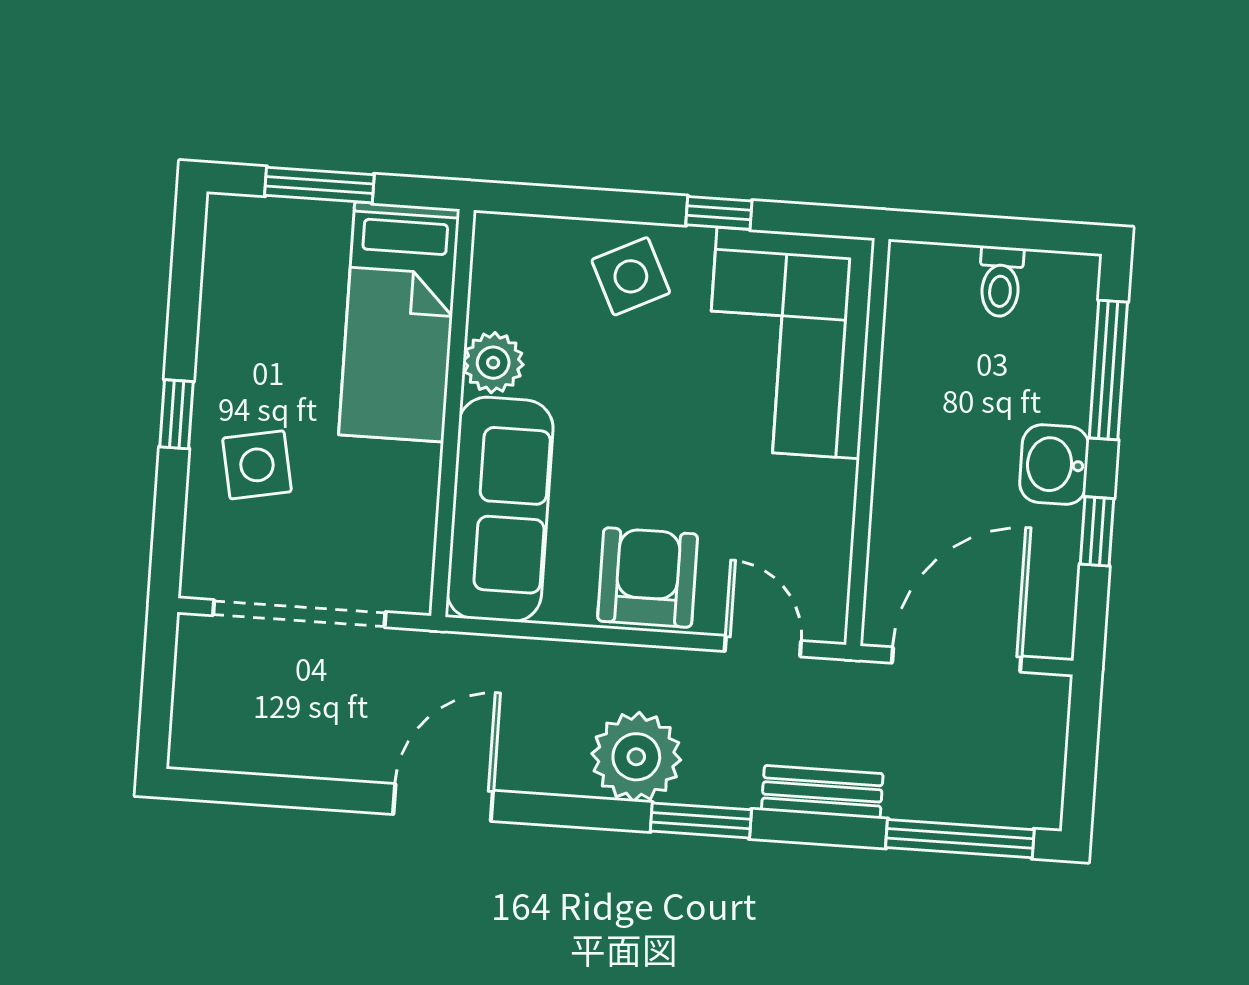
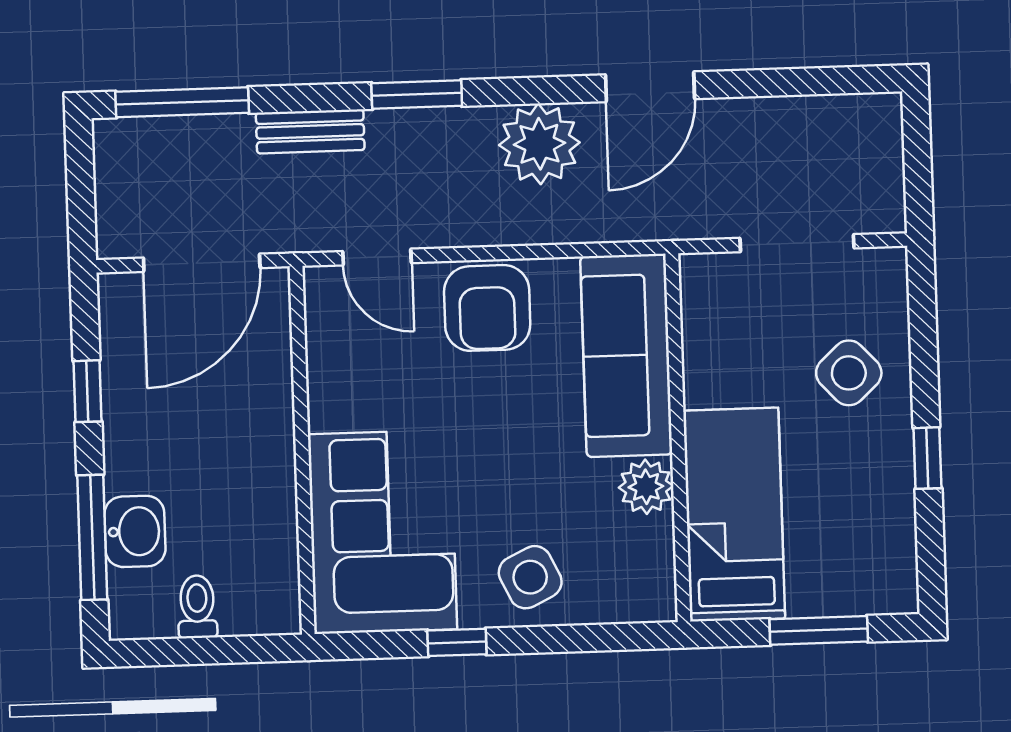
window: (177, 414) -> (927, 458), moved
side table: (257, 465) -> (849, 373), turned -32
washbasin: (1054, 465) -> (135, 531), moved
doorway: (299, 614) -> (797, 243), width x0.73
plant: (636, 757) -> (539, 144), moved

